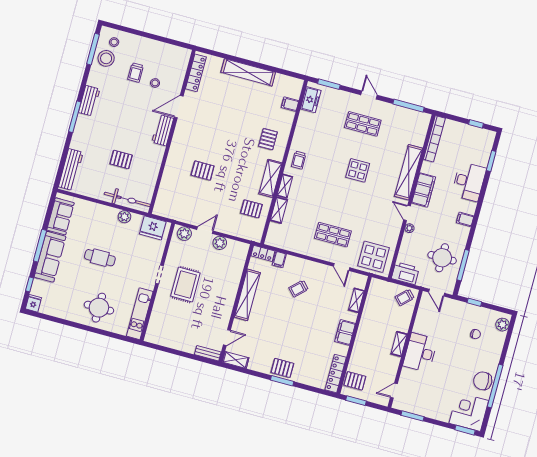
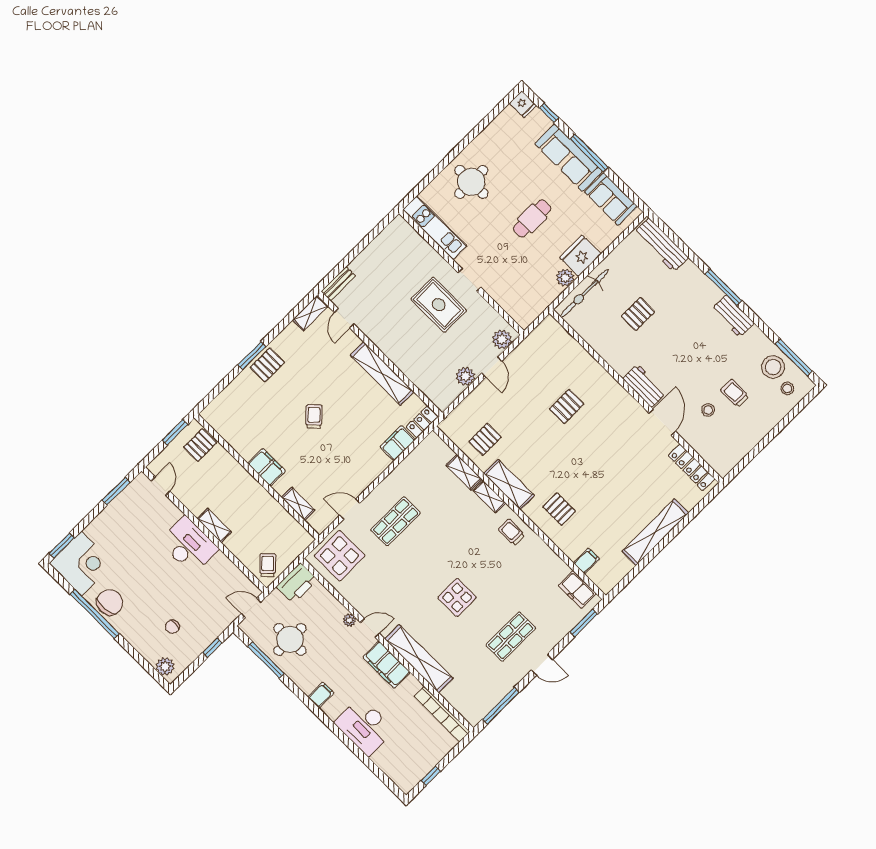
window: (491, 161) -> (374, 768), removed
fridge: (153, 228) -> (580, 256), moved
filing cabinet: (279, 259) -> (398, 443), width x2.00
trolley: (299, 289) -> (314, 417), moved
locker: (336, 374) -> (223, 427), removed

